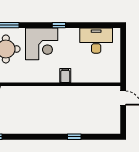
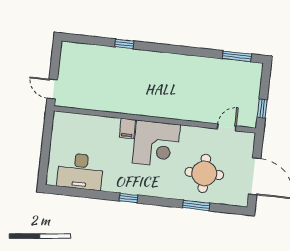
corner desk: (42, 44) -> (156, 144), moved, turned 180

